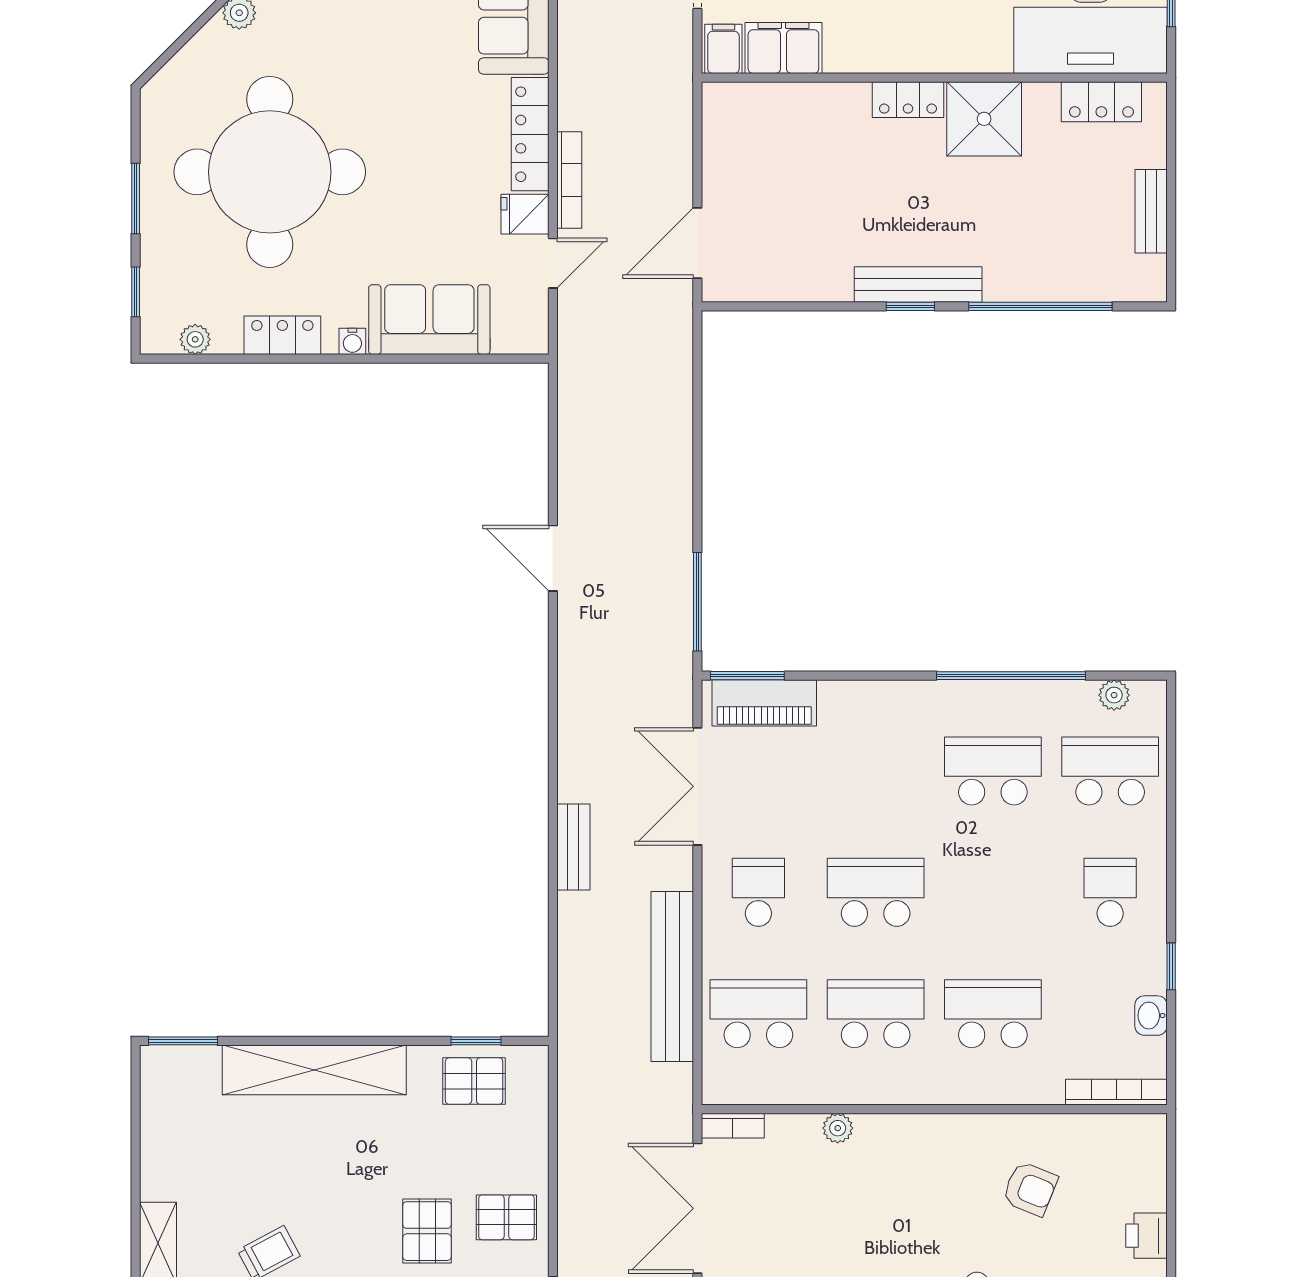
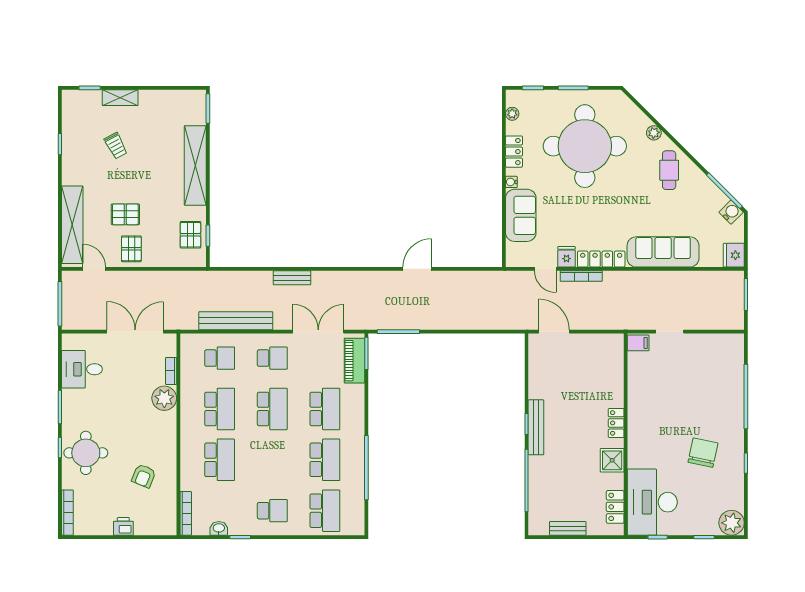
filing cabinet: (783, 48) -> (639, 369), removed
shower: (984, 119) -> (612, 460), width x0.73, depth x0.73
plant: (1114, 695) -> (358, 512), removed
school desk: (876, 771) -> (325, 409), added
school desk: (758, 1014) -> (220, 358), width x0.54
bookcase: (733, 1126) -> (171, 371), moved
plant: (838, 1128) -> (164, 398), width x1.88, depth x1.88

